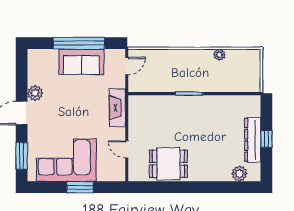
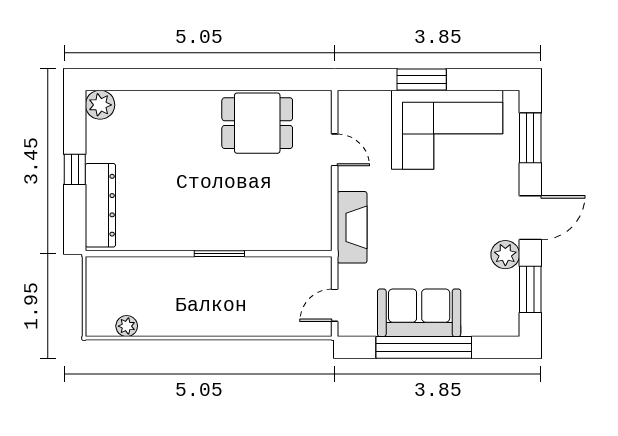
plant: (219, 55) -> (127, 326), moved
window: (22, 74) -> (530, 289), added
dresser: (253, 140) -> (100, 205), moved
plant: (240, 174) -> (100, 105), moved

